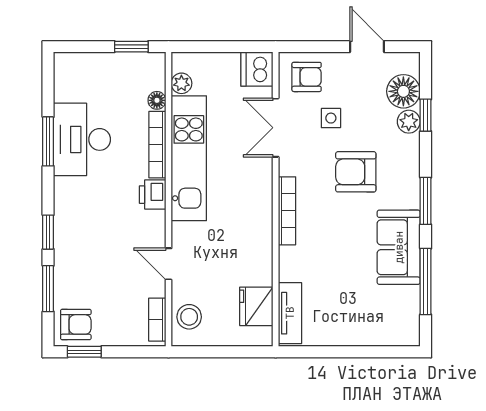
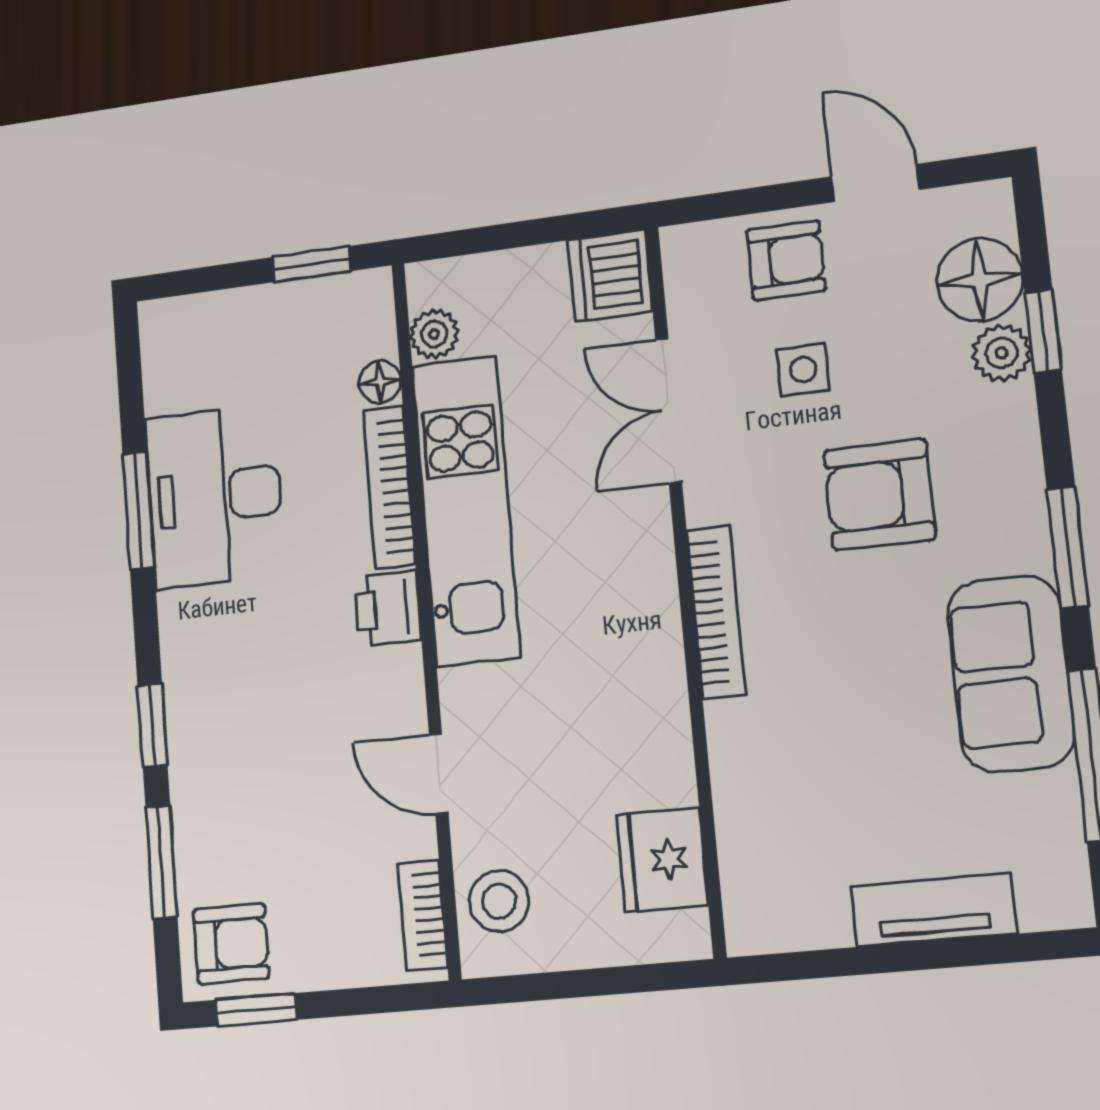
armchair: (307, 77) -> (786, 260), moved
tv unit: (290, 313) -> (934, 910), moved, turned -90

